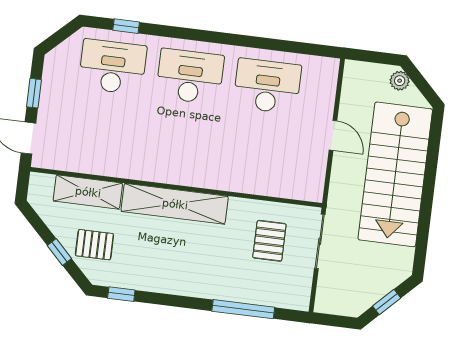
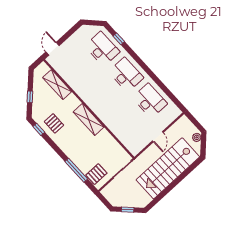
window: (34, 93) -> (68, 35), removed
shelving: (175, 204) -> (89, 119), width x0.68
pallet: (269, 241) -> (96, 174), moved
pallet: (94, 245) -> (54, 123), moved

